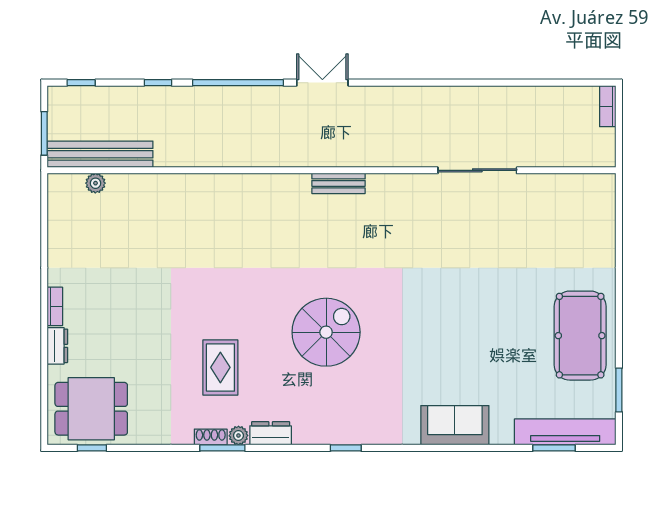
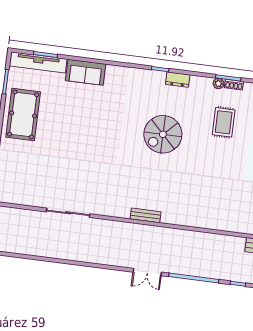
sofa: (455, 425) -> (86, 72), moved
dresser: (271, 433) -> (178, 80), moved

